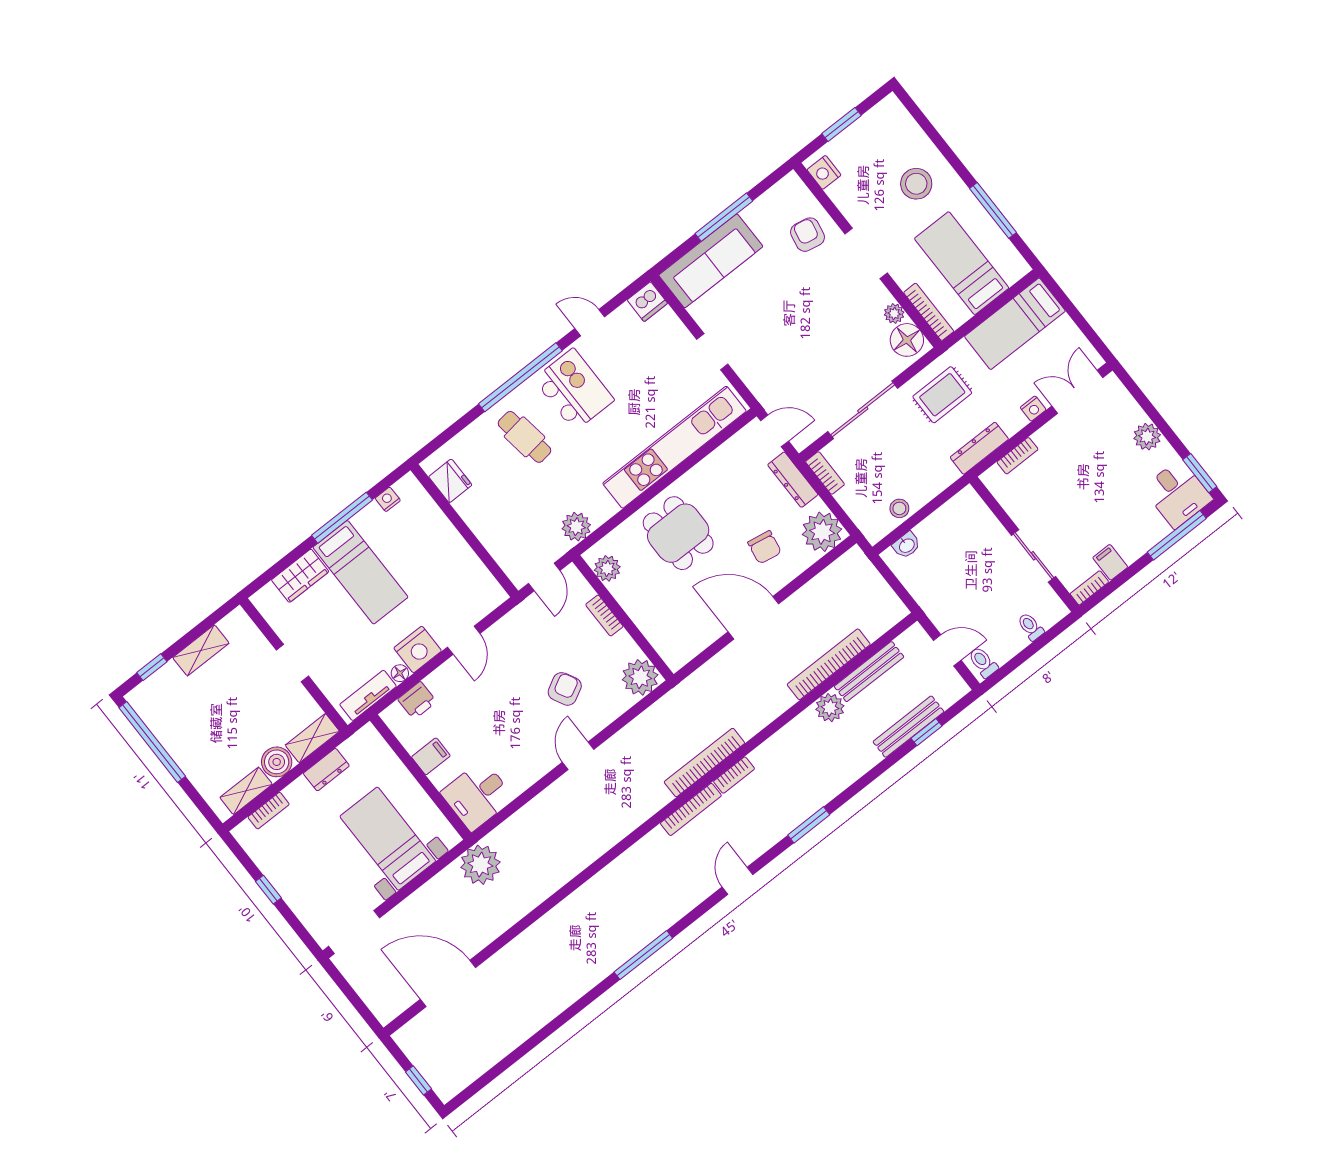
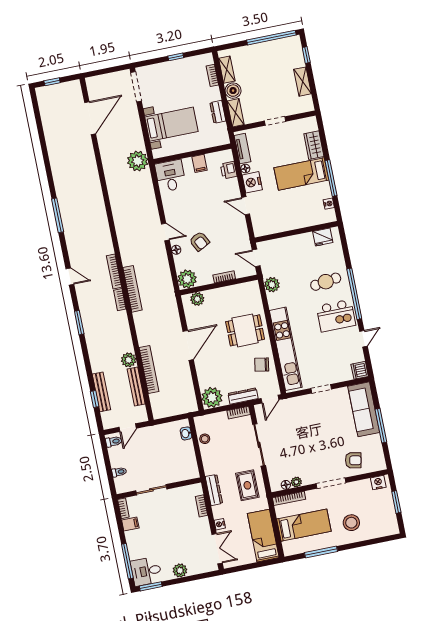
floor lamp: (907, 340) -> (286, 485), width x0.53, depth x0.53
chair: (765, 547) -> (262, 365), moved
plant: (607, 568) -> (197, 299), moved
floor lamp: (599, 721) -> (176, 250), added

